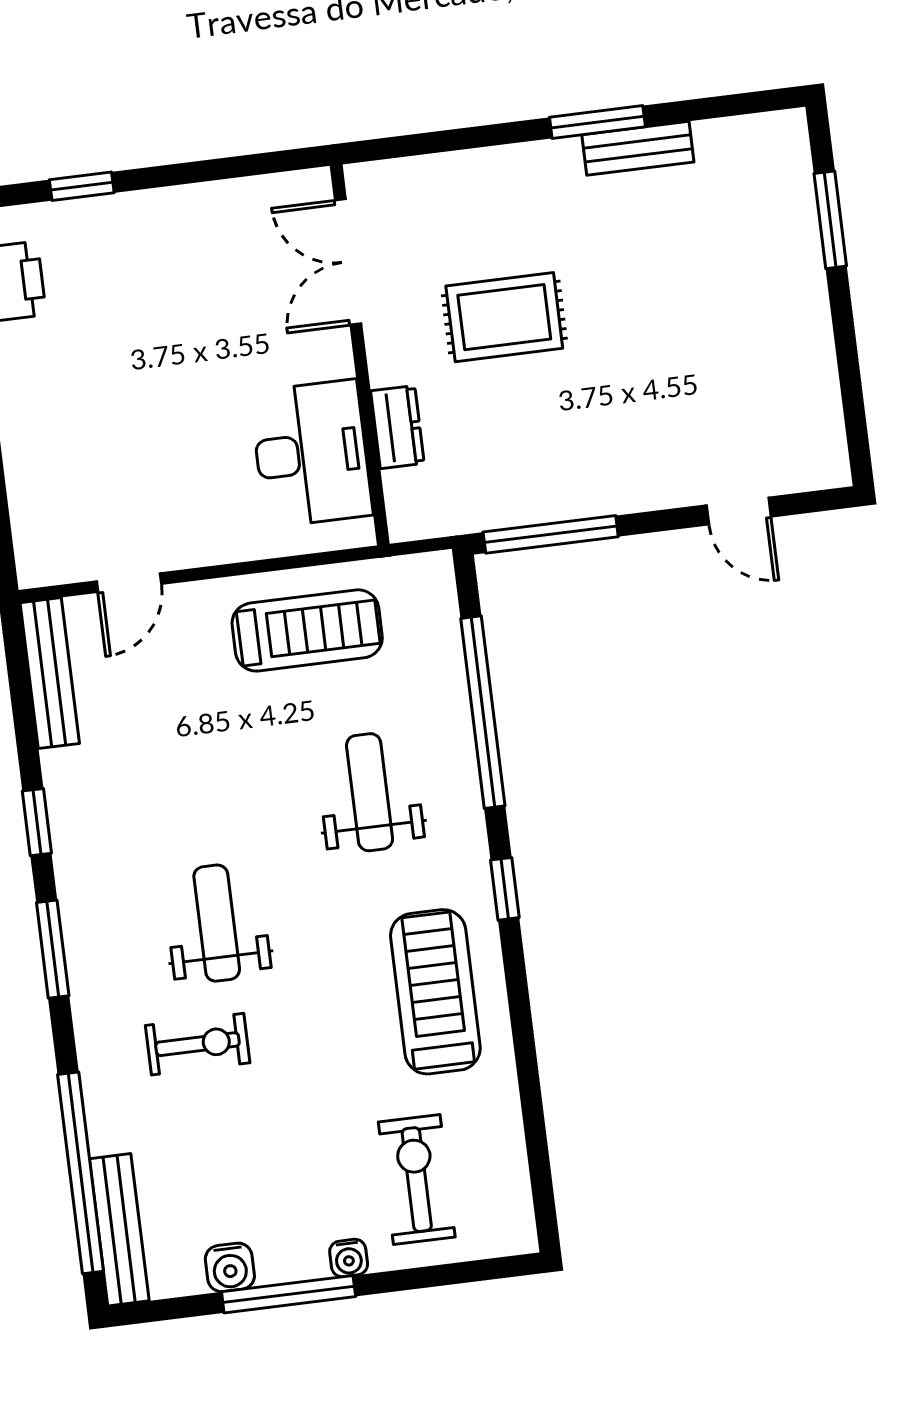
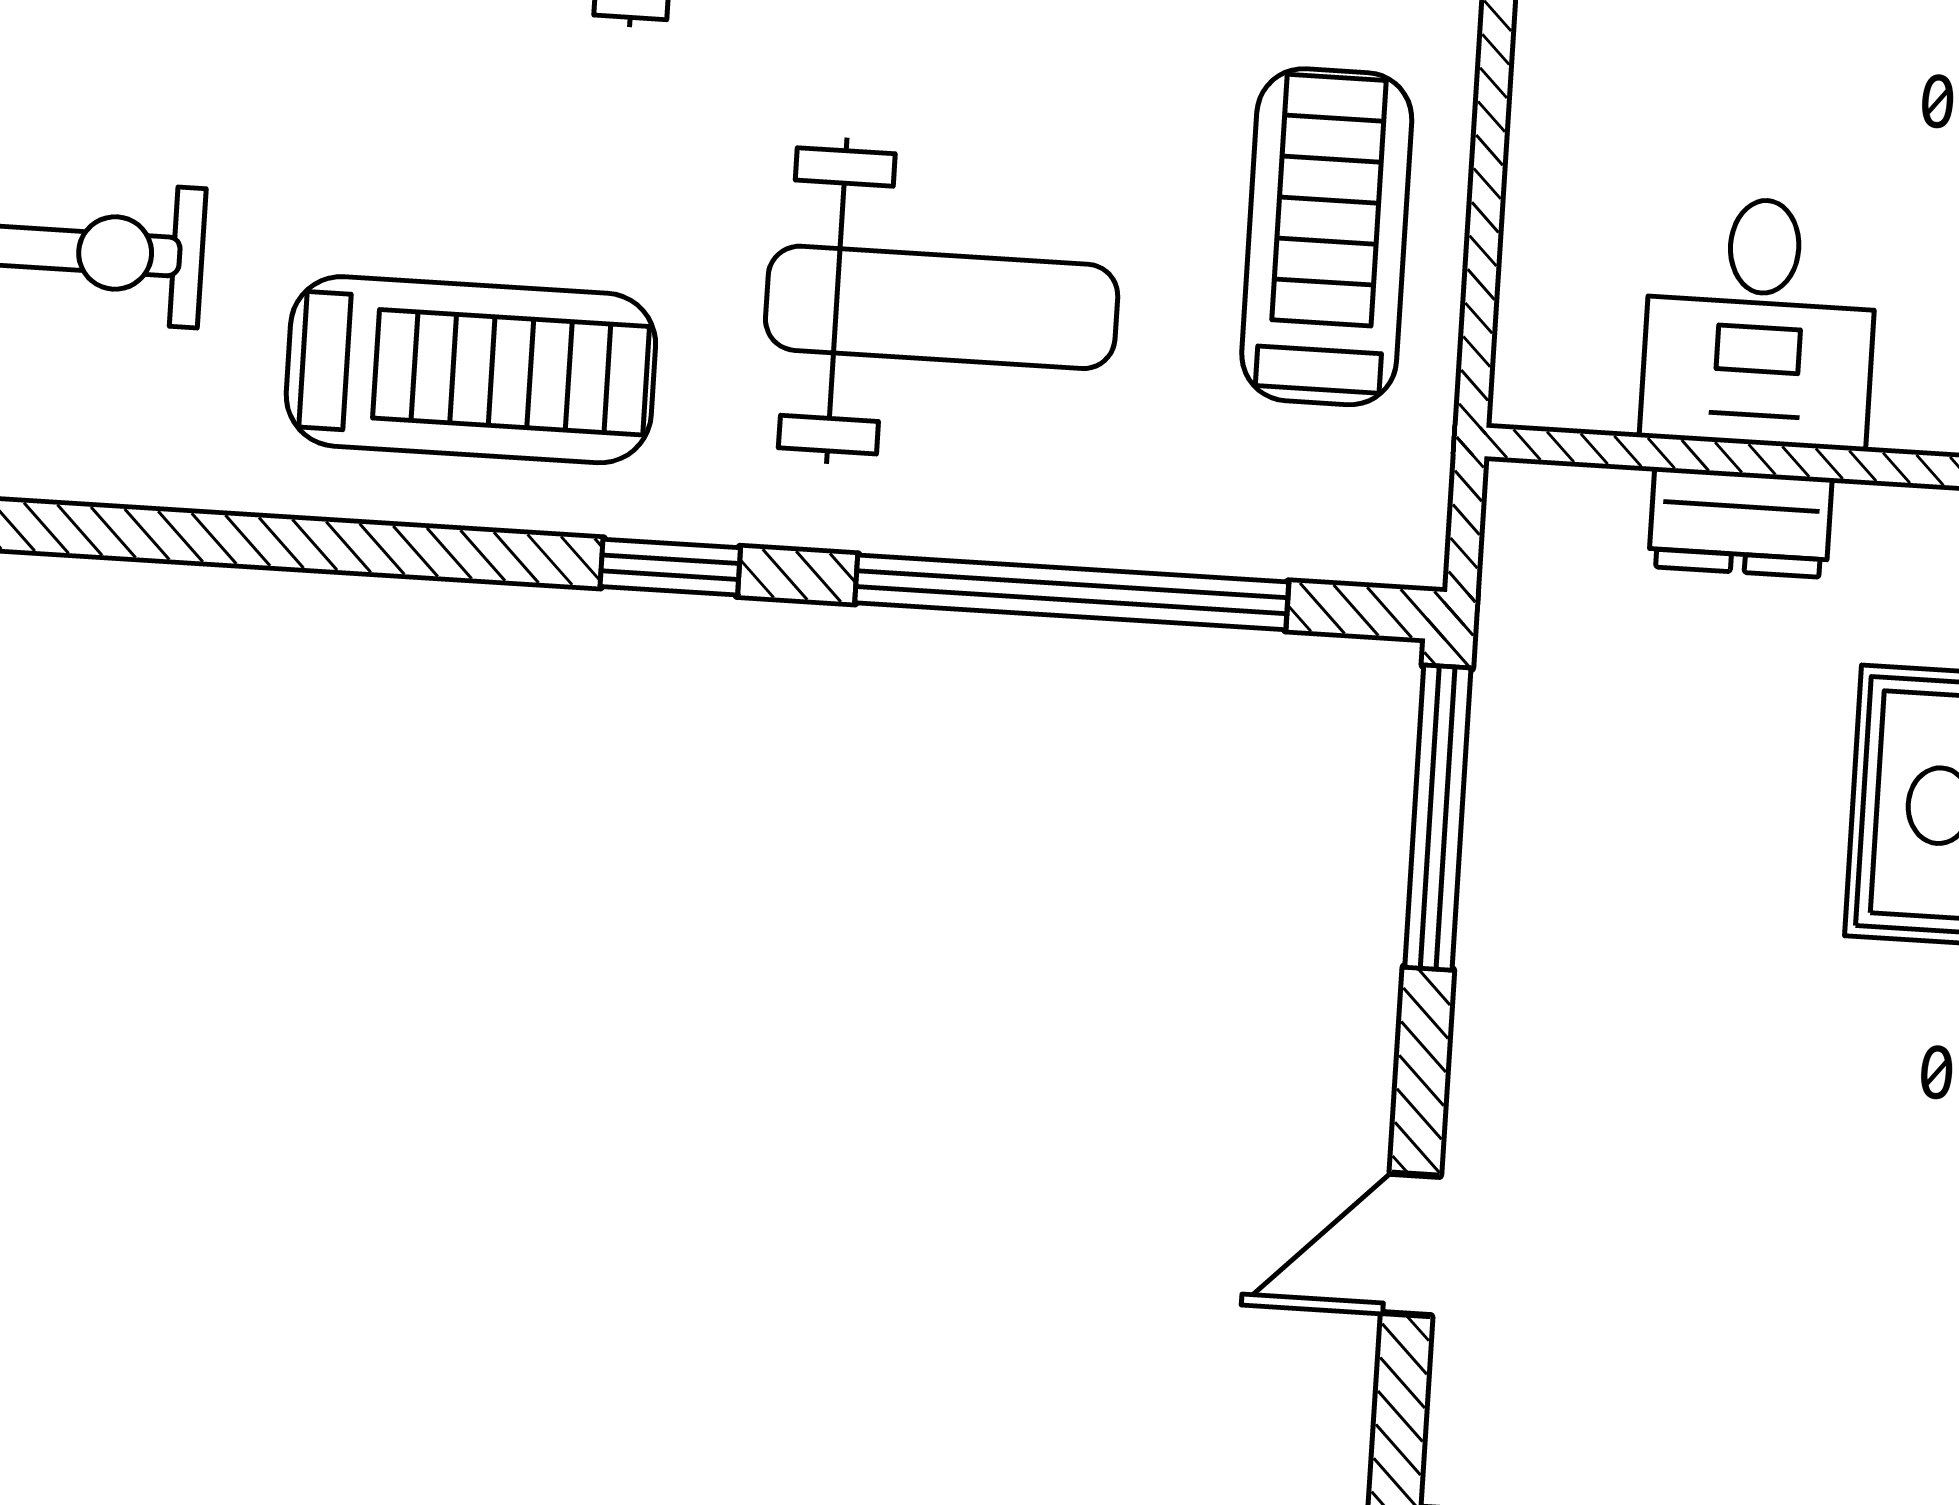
desk: (311, 454) -> (1760, 322), width x0.73
treadmill: (307, 630) -> (1327, 237), turned 180
weight bench: (370, 792) -> (942, 307), width x1.36, depth x1.33

